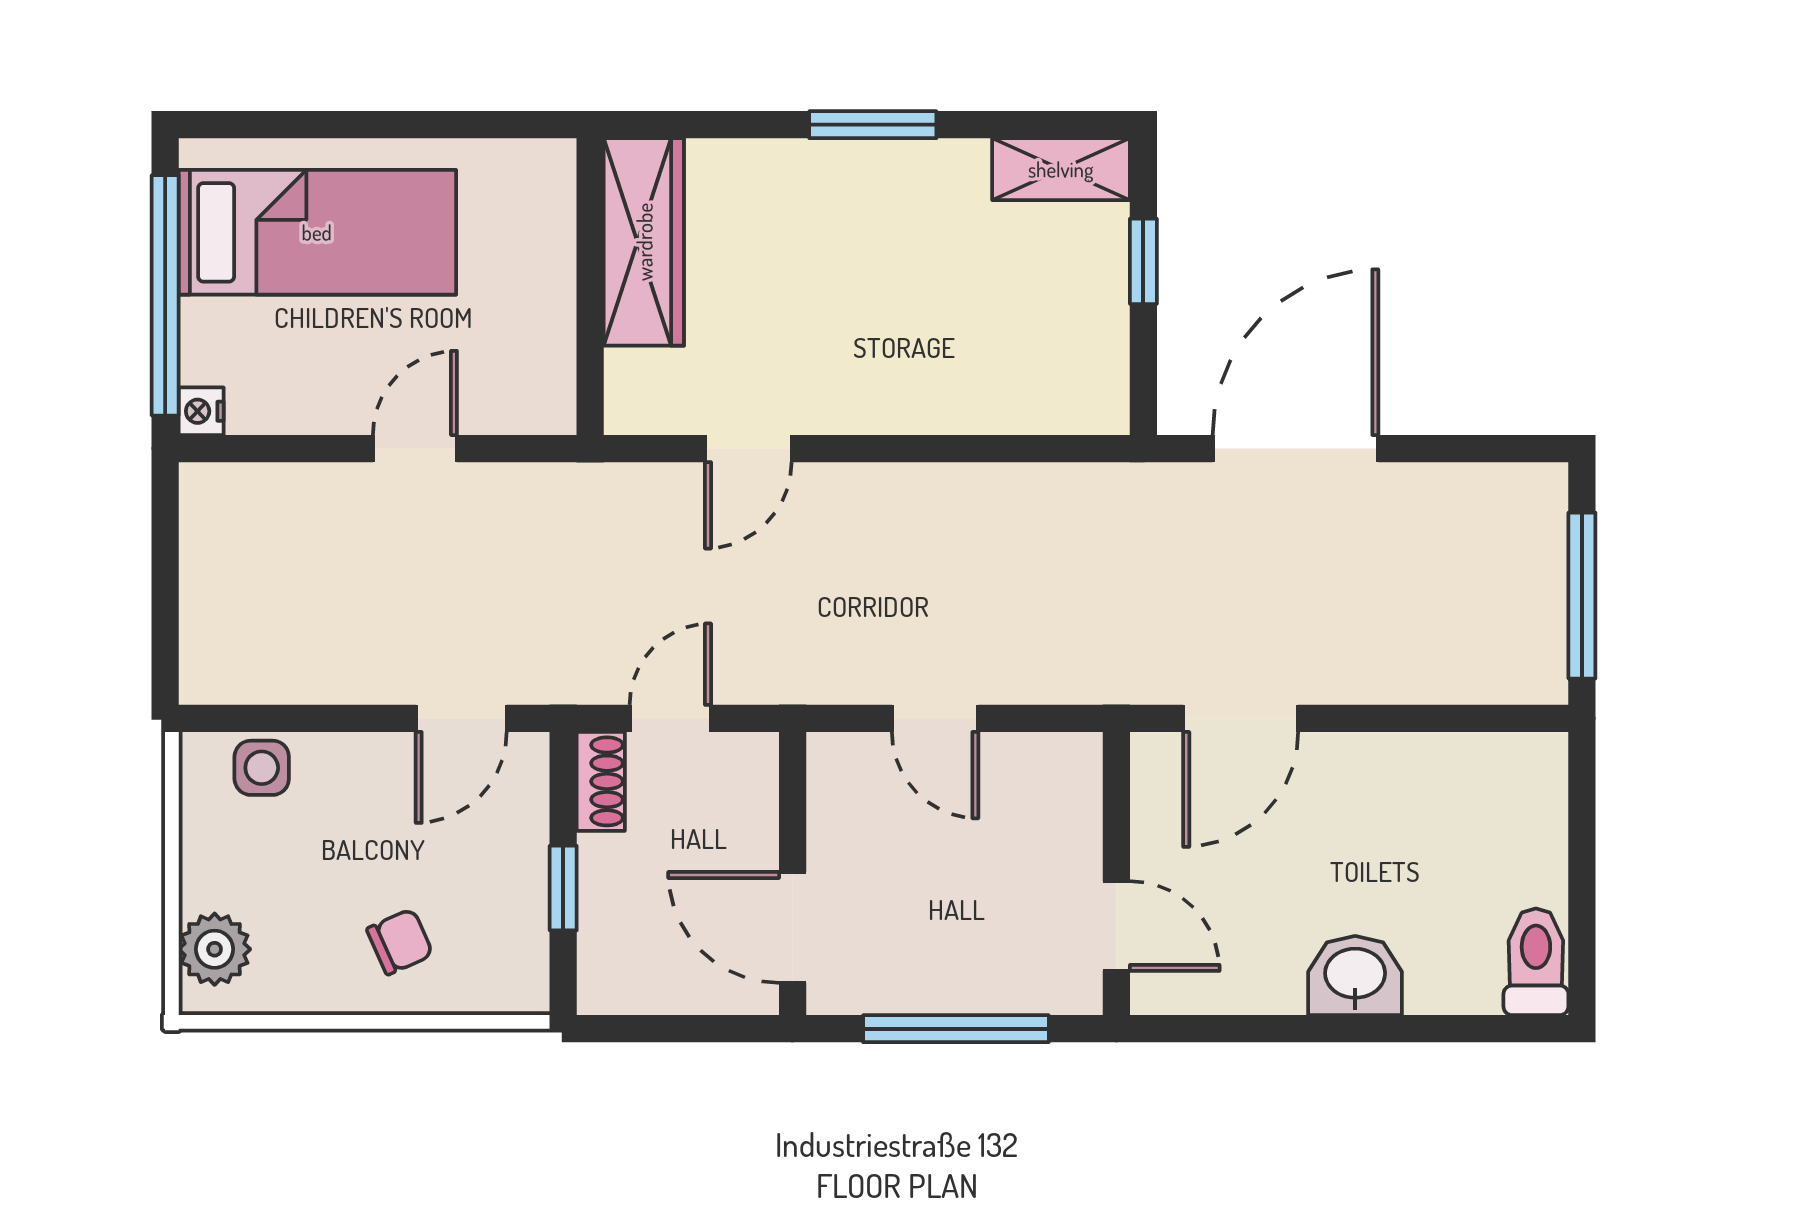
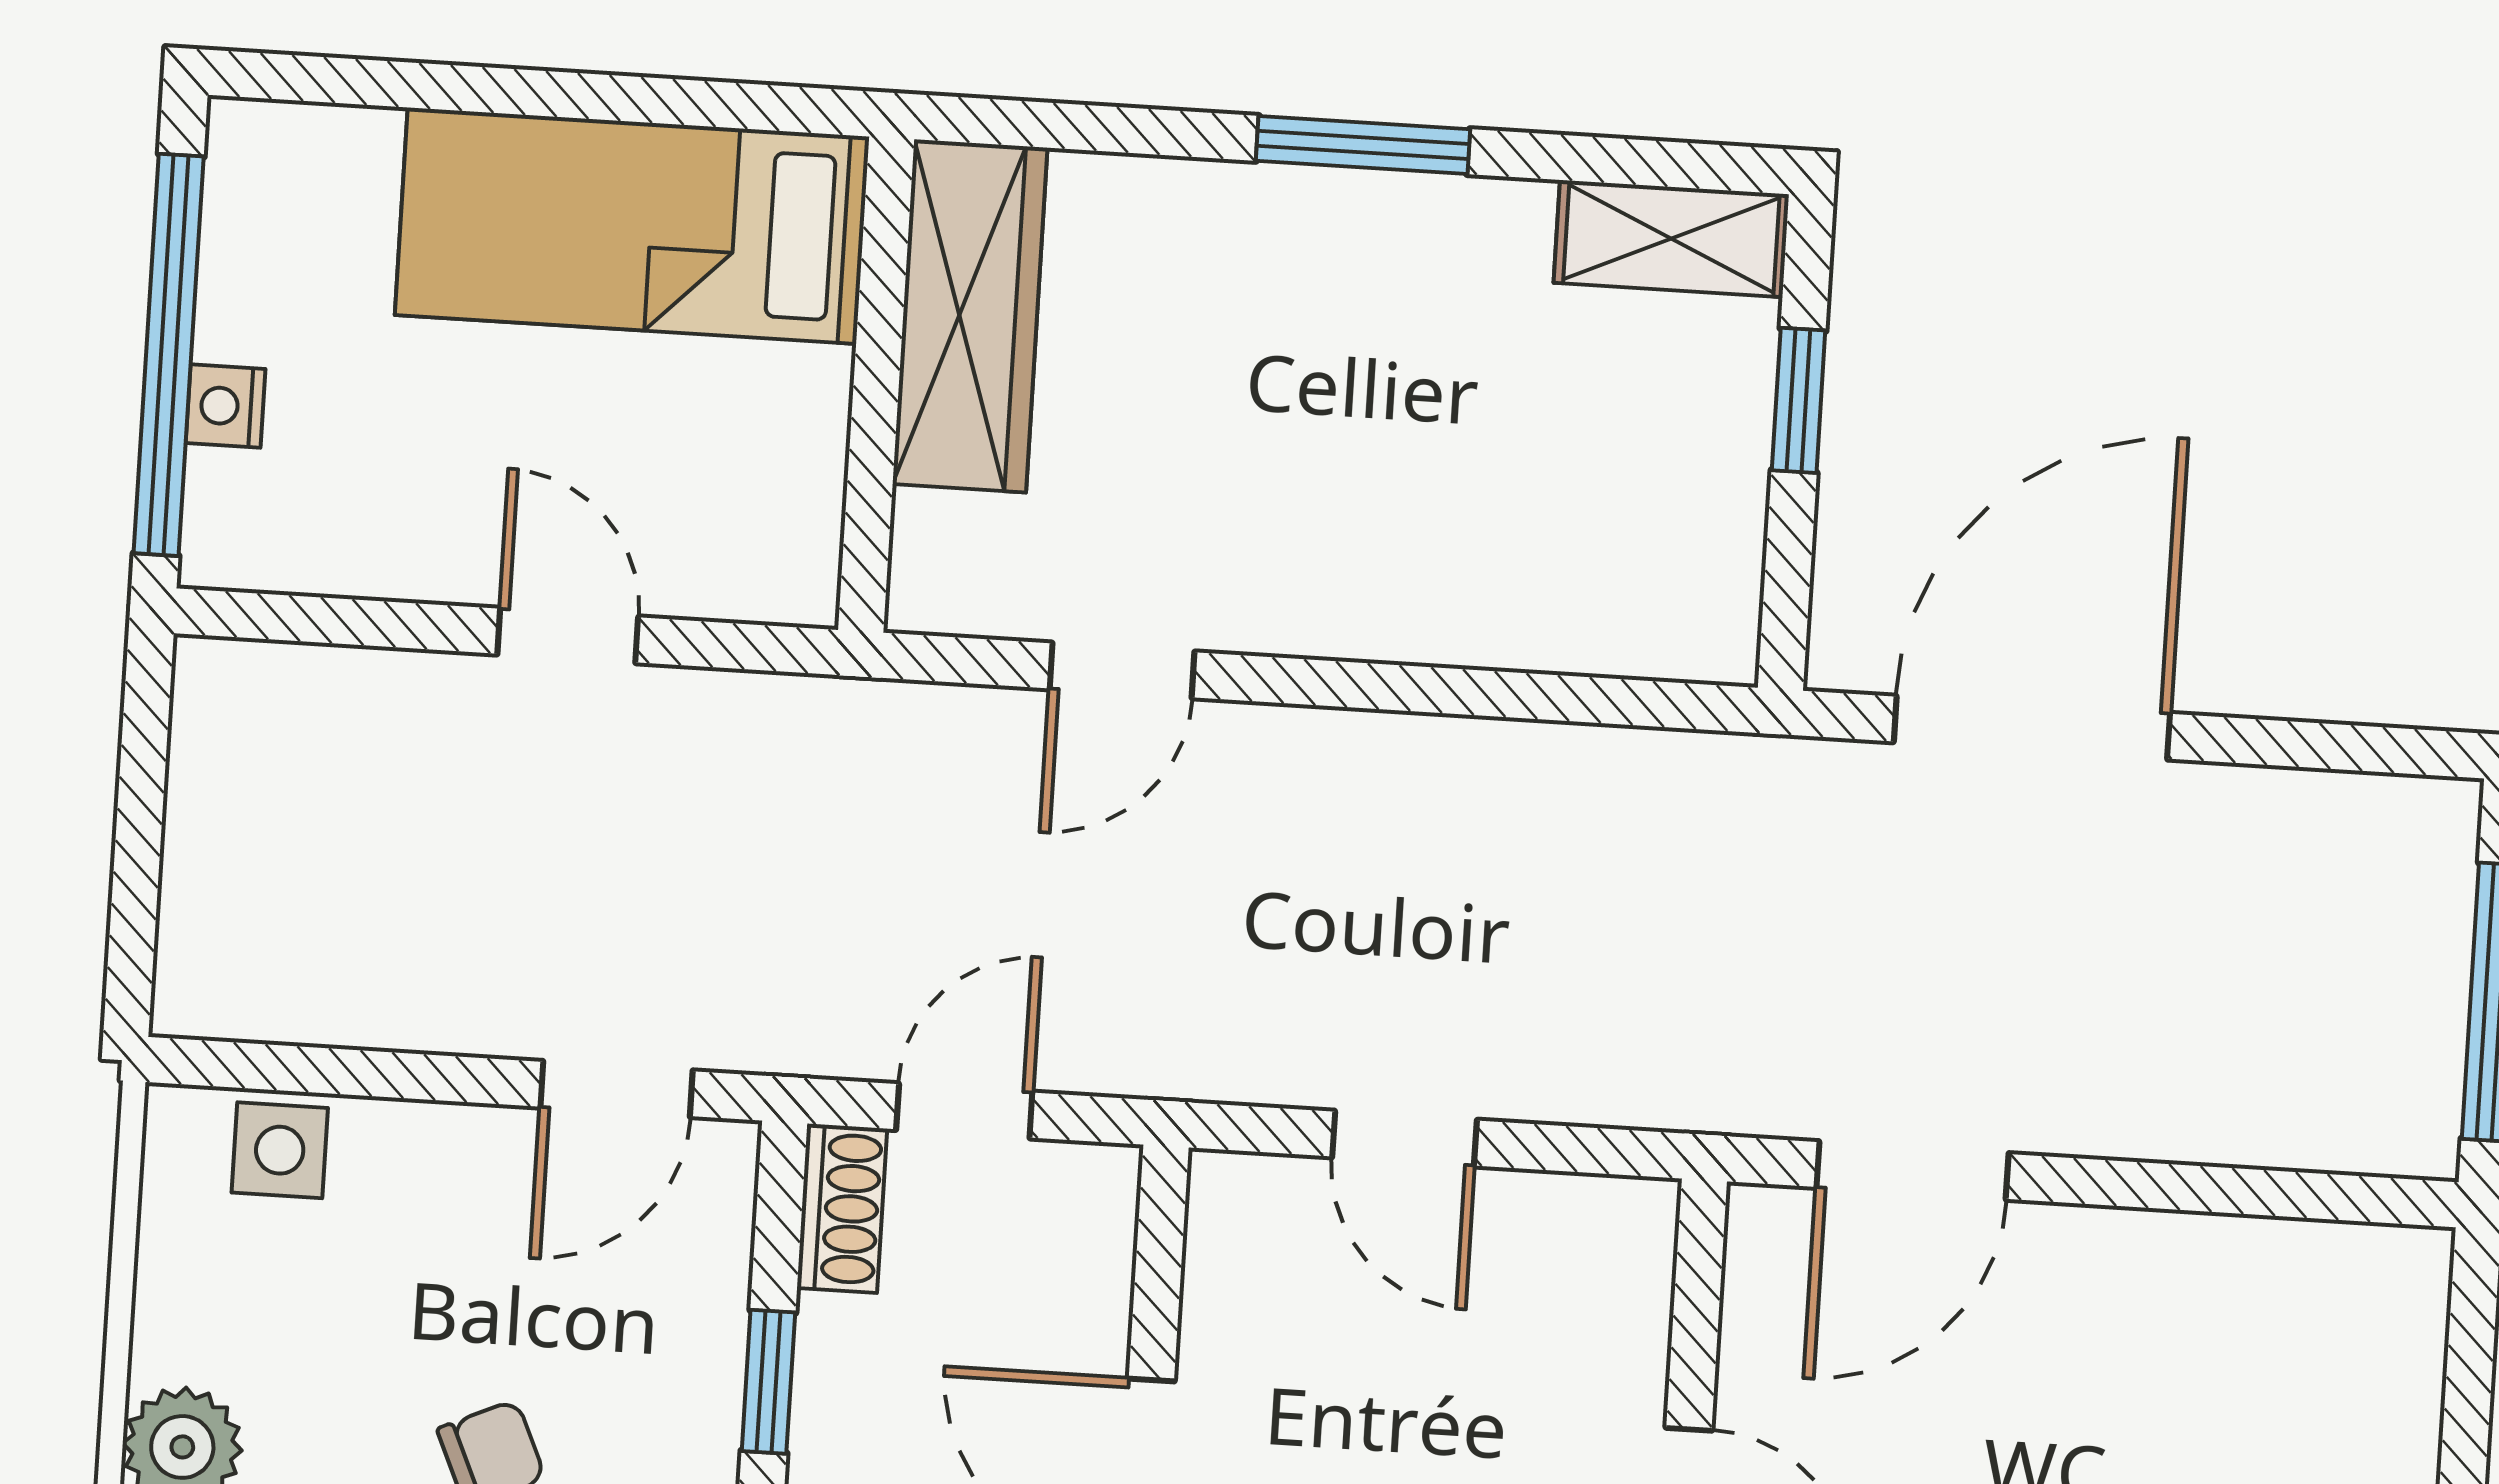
bed: (317, 232) -> (632, 226), moved, turned 180
nightstand: (201, 411) -> (225, 406), moved
door: (415, 449) -> (568, 635), hinge flipped

